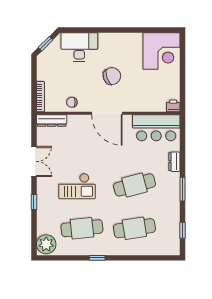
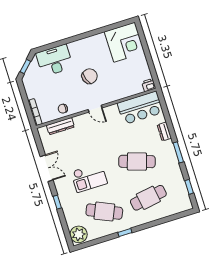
door: (107, 113) -> (95, 109), width x0.53
dresser: (52, 120) -> (60, 126), moved
cafe table: (134, 185) -> (137, 161), turned 33
cafe table: (82, 228) -> (104, 212), turned 30

